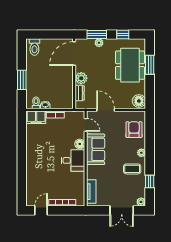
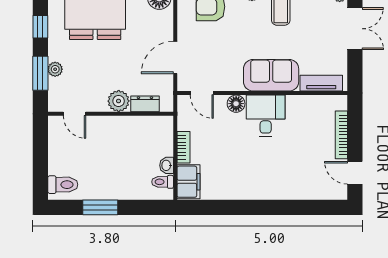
door: (74, 54) -> (75, 114), width x0.53
window: (22, 80) -> (100, 207), moved
door: (86, 125) -> (202, 93), swing flipped
sofa: (96, 149) -> (271, 75), moved

